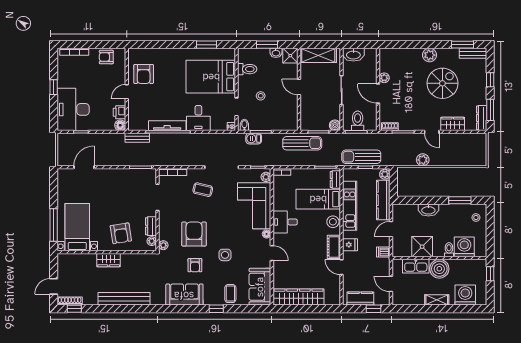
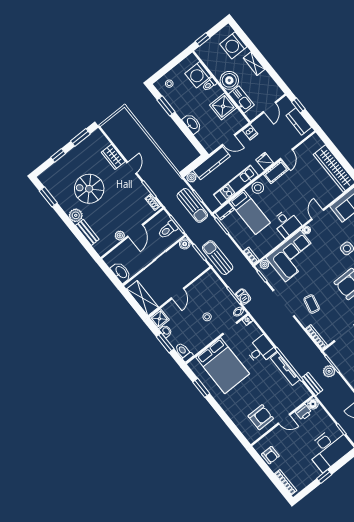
bench: (473, 53) -> (87, 232), moved
toilet: (247, 69) -> (184, 352), moved
dresser: (482, 118) -> (92, 139), removed
plant: (423, 160) -> (329, 371), moved

